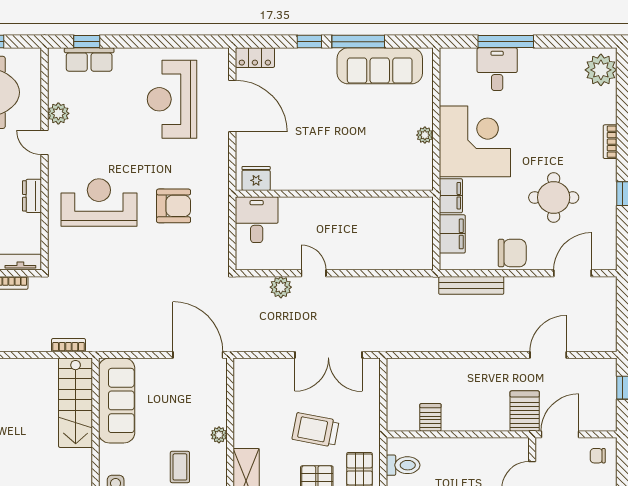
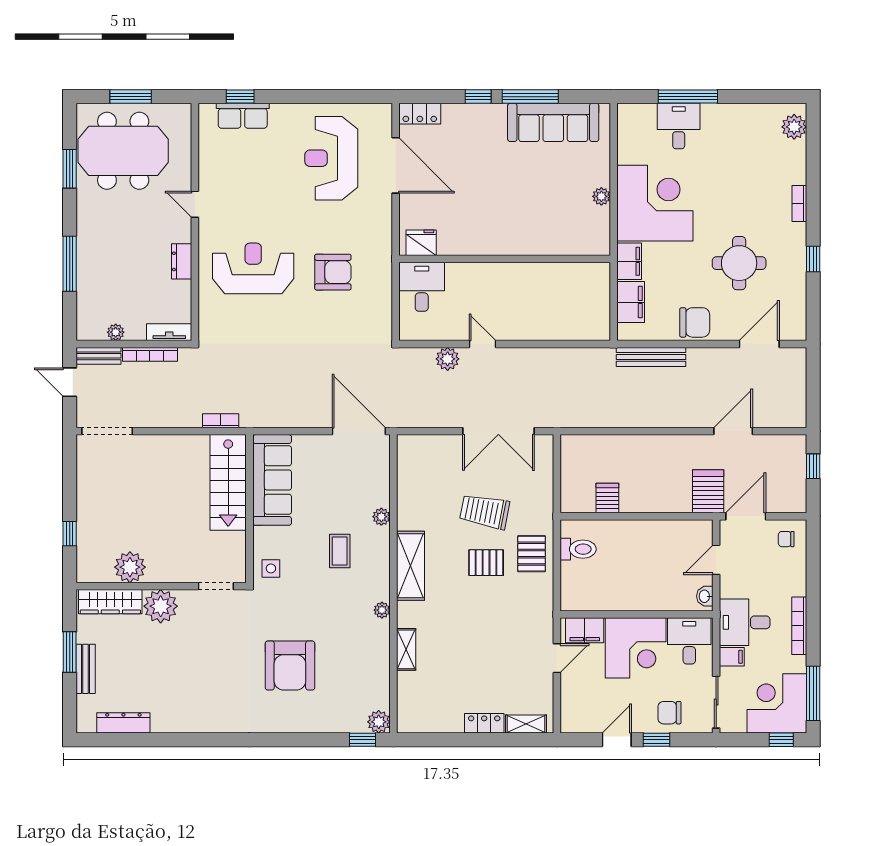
plant: (601, 70) -> (794, 127), width x0.73, depth x0.73
plant: (58, 113) -> (210, 173), removed

